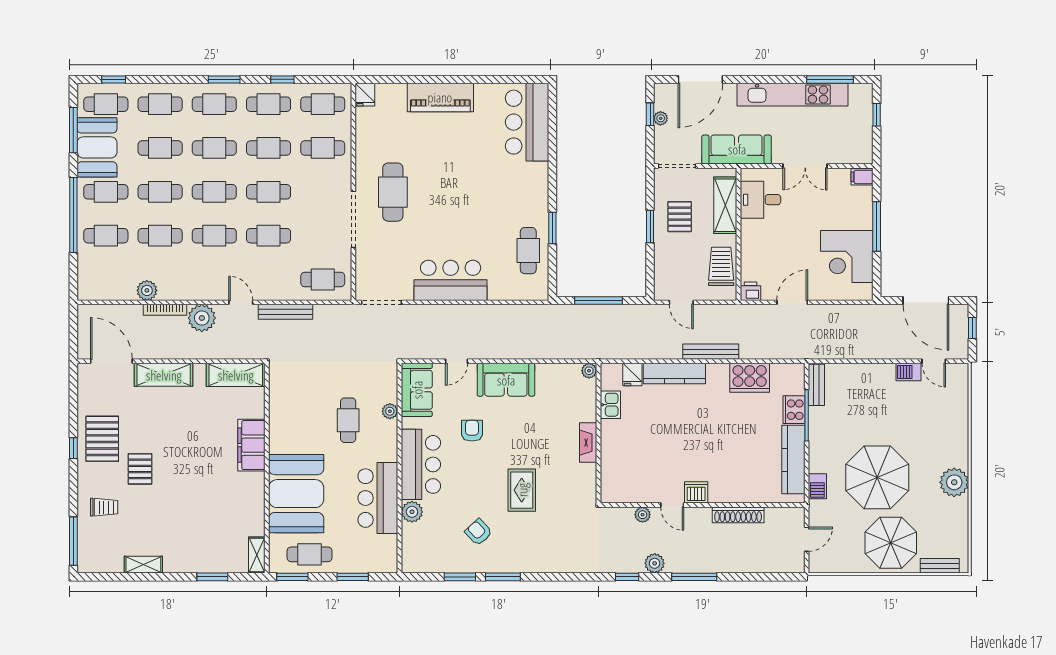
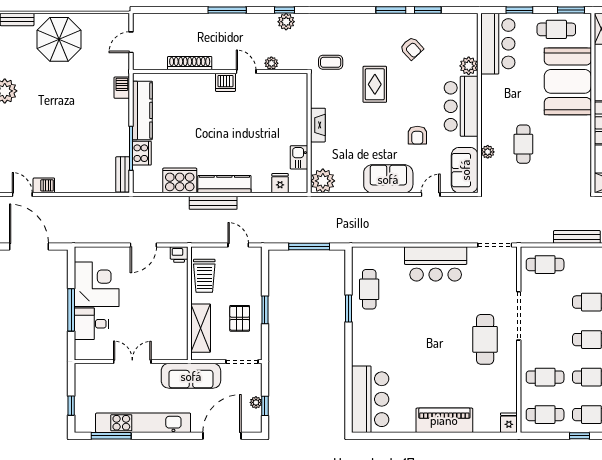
filing cabinet: (862, 177) -> (84, 352), removed
desk: (760, 200) -> (91, 324), moved, turned 180
plant: (589, 371) -> (323, 181), width x1.87, depth x1.87
kitchen counter: (674, 373) -> (224, 184), moved
parasol: (877, 477) -> (71, 95), removed
bar counter: (378, 498) -> (498, 44), moved
coffee table: (573, 516) -> (331, 62), added
plant: (655, 563) -> (286, 22), moved

